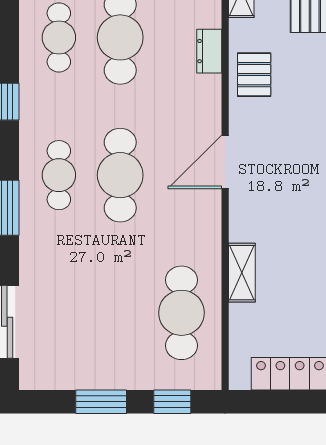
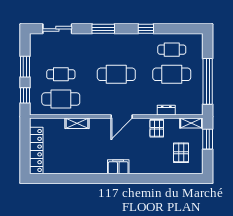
pallet: (254, 75) -> (157, 128), turned 90
door: (225, 162) -> (122, 117), swing flipped
cafe table: (59, 175) -> (61, 74), moved

